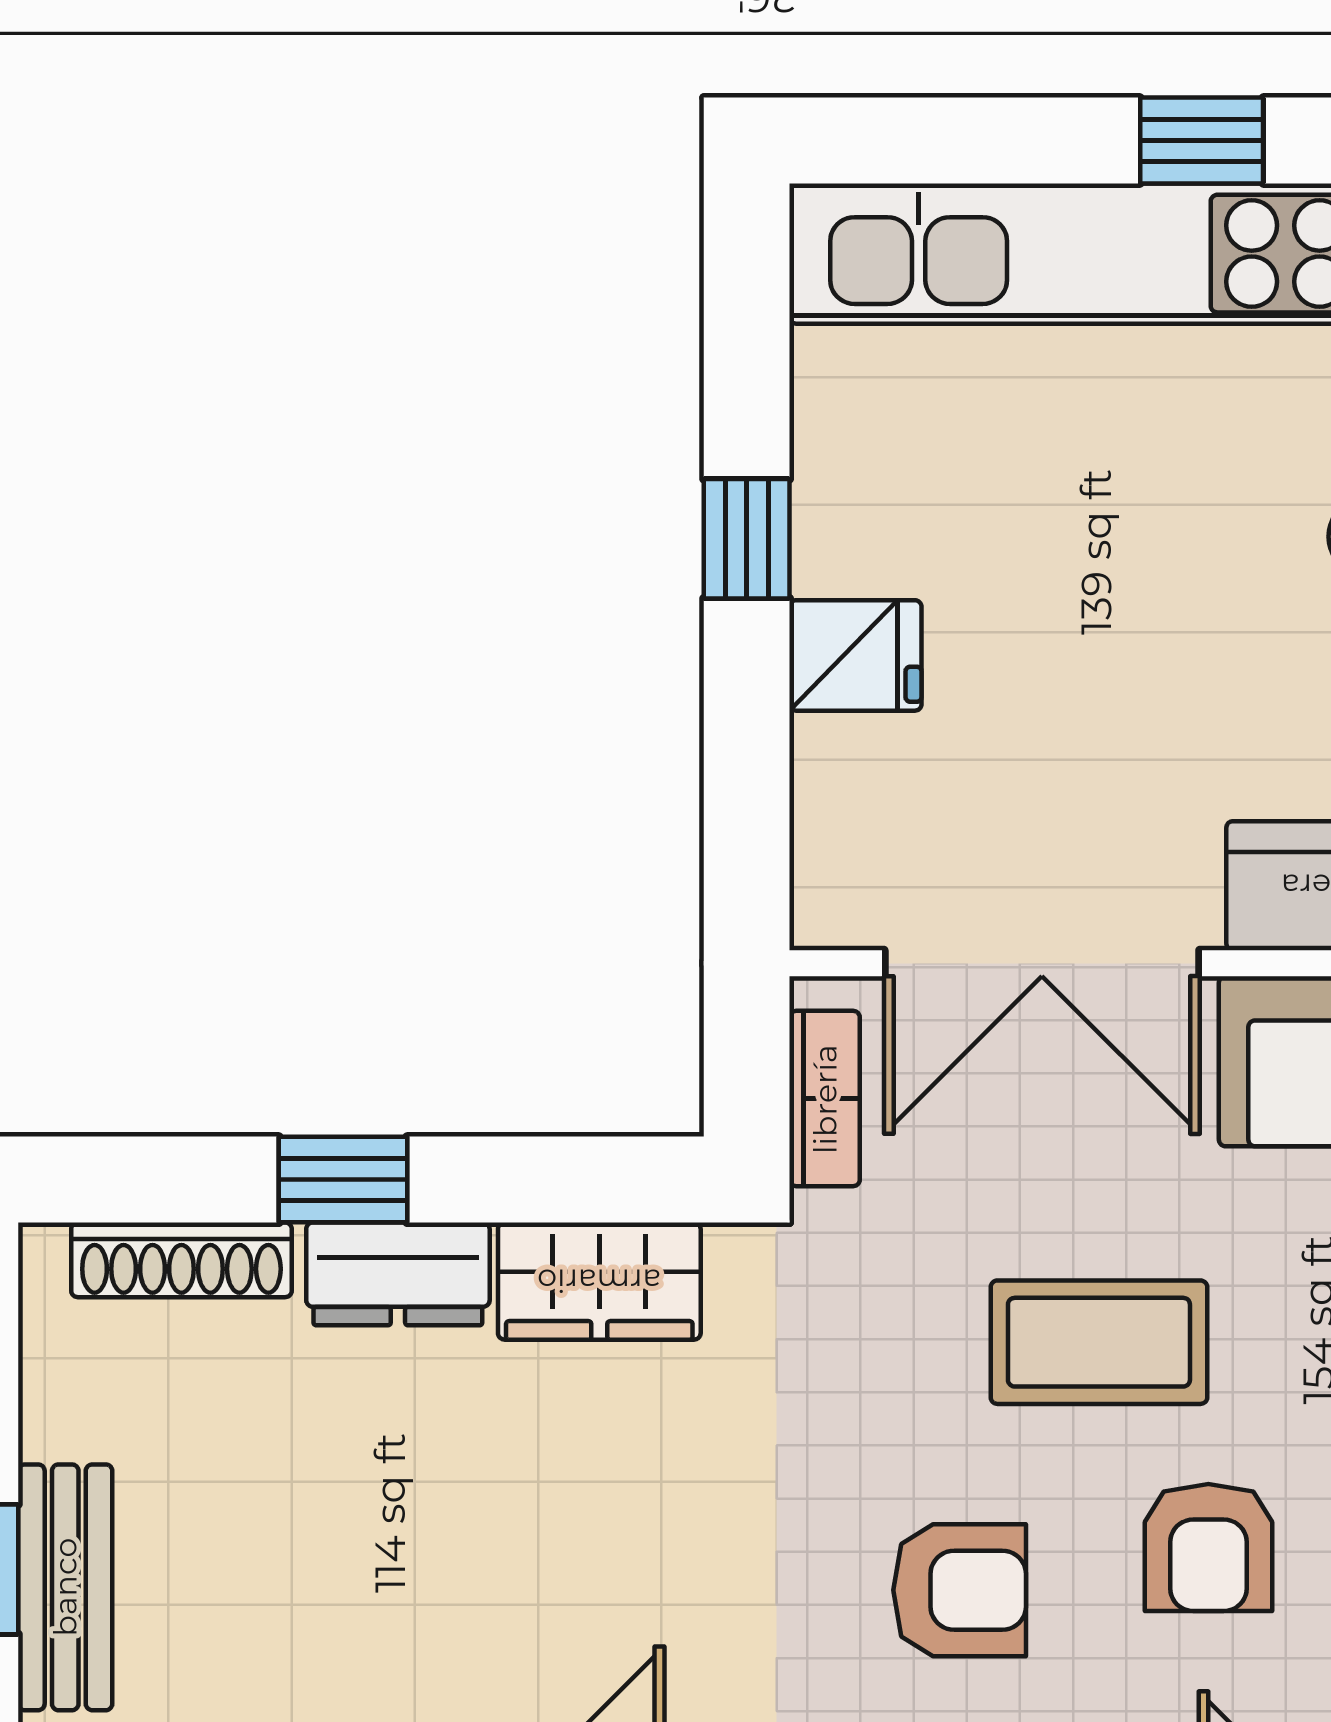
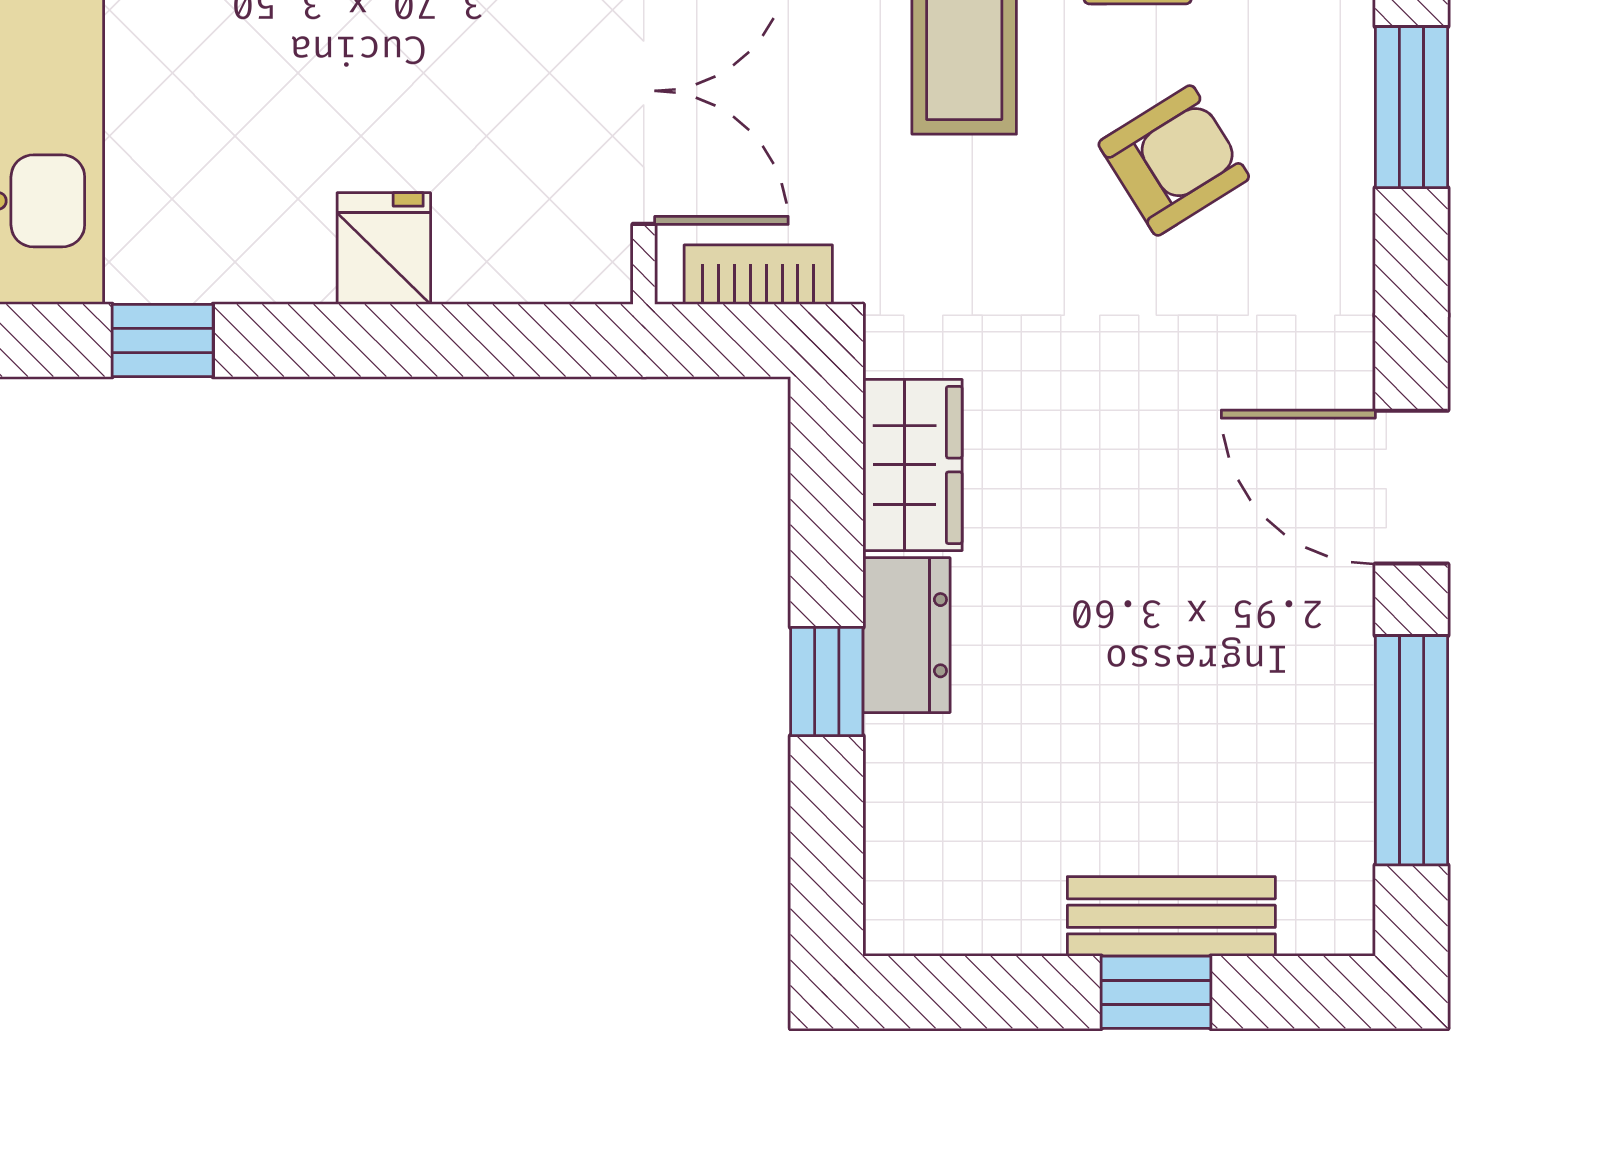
window: (747, 539) -> (163, 340), moved
shoe rack: (181, 1260) -> (895, 818), removed
armchair: (960, 1590) -> (1174, 160), turned 58

